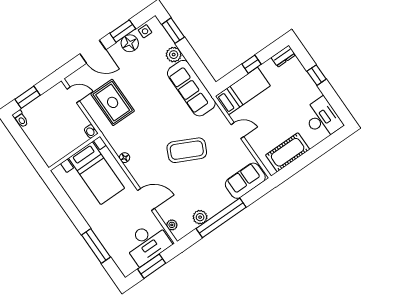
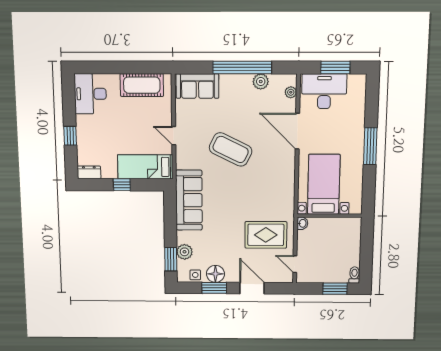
plant: (174, 55) -> (184, 252), moved
rug: (113, 102) -> (266, 235), turned 90
floor lamp: (125, 158) -> (290, 181), removed
door: (146, 199) -> (297, 131), width x1.36
window: (96, 246) -> (370, 146), moved

